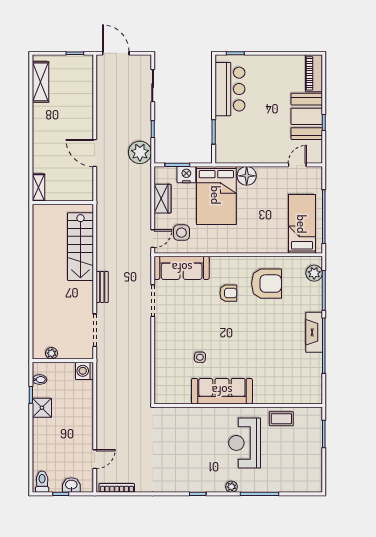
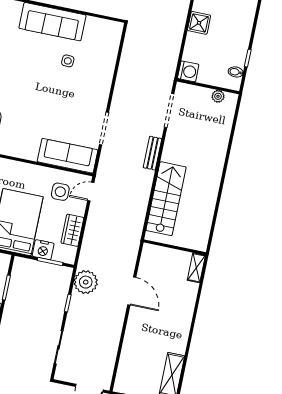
armchair: (228, 293) -> (25, 120), removed
shower: (42, 408) -> (199, 23), moved

